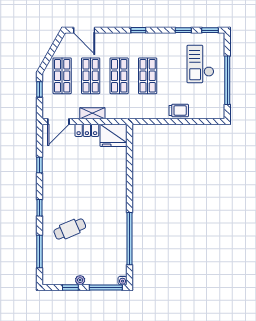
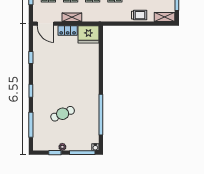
shelving: (211, 113) -> (164, 17), added
door: (58, 121) -> (45, 24), hinge flipped
cafe table: (70, 229) -> (63, 114), moved

